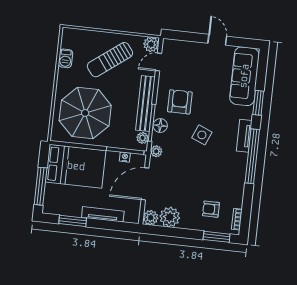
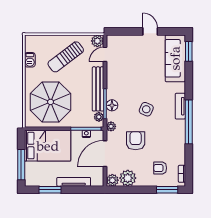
armchair: (180, 102) -> (136, 141), moved
window: (258, 103) -> (189, 51), moved

